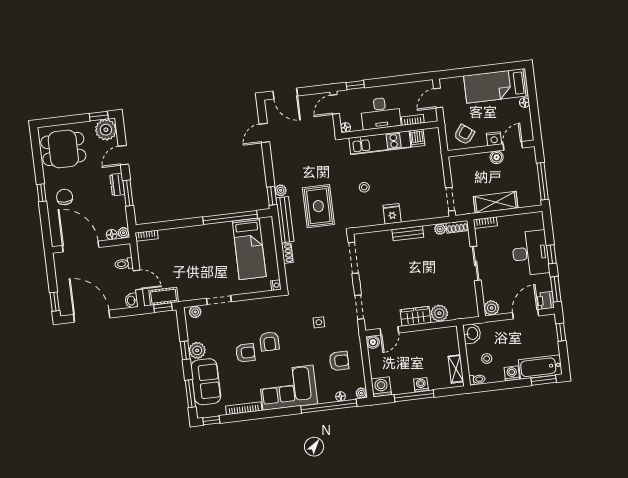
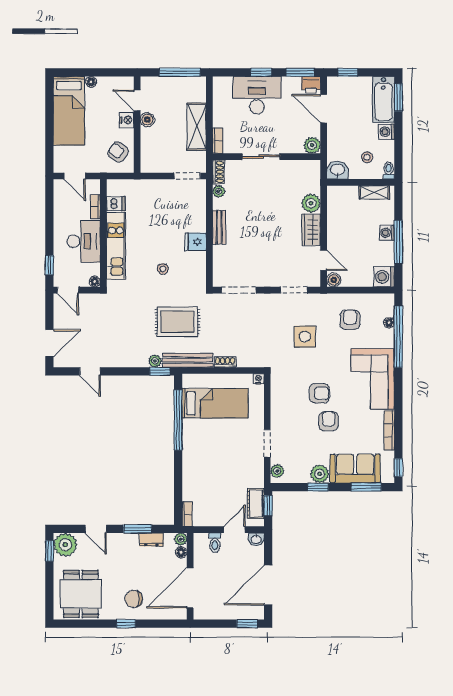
dresser: (117, 185) -> (151, 540), moved
side table: (319, 322) -> (305, 337), width x1.87, depth x1.87
plant: (361, 393) -> (388, 299), removed

